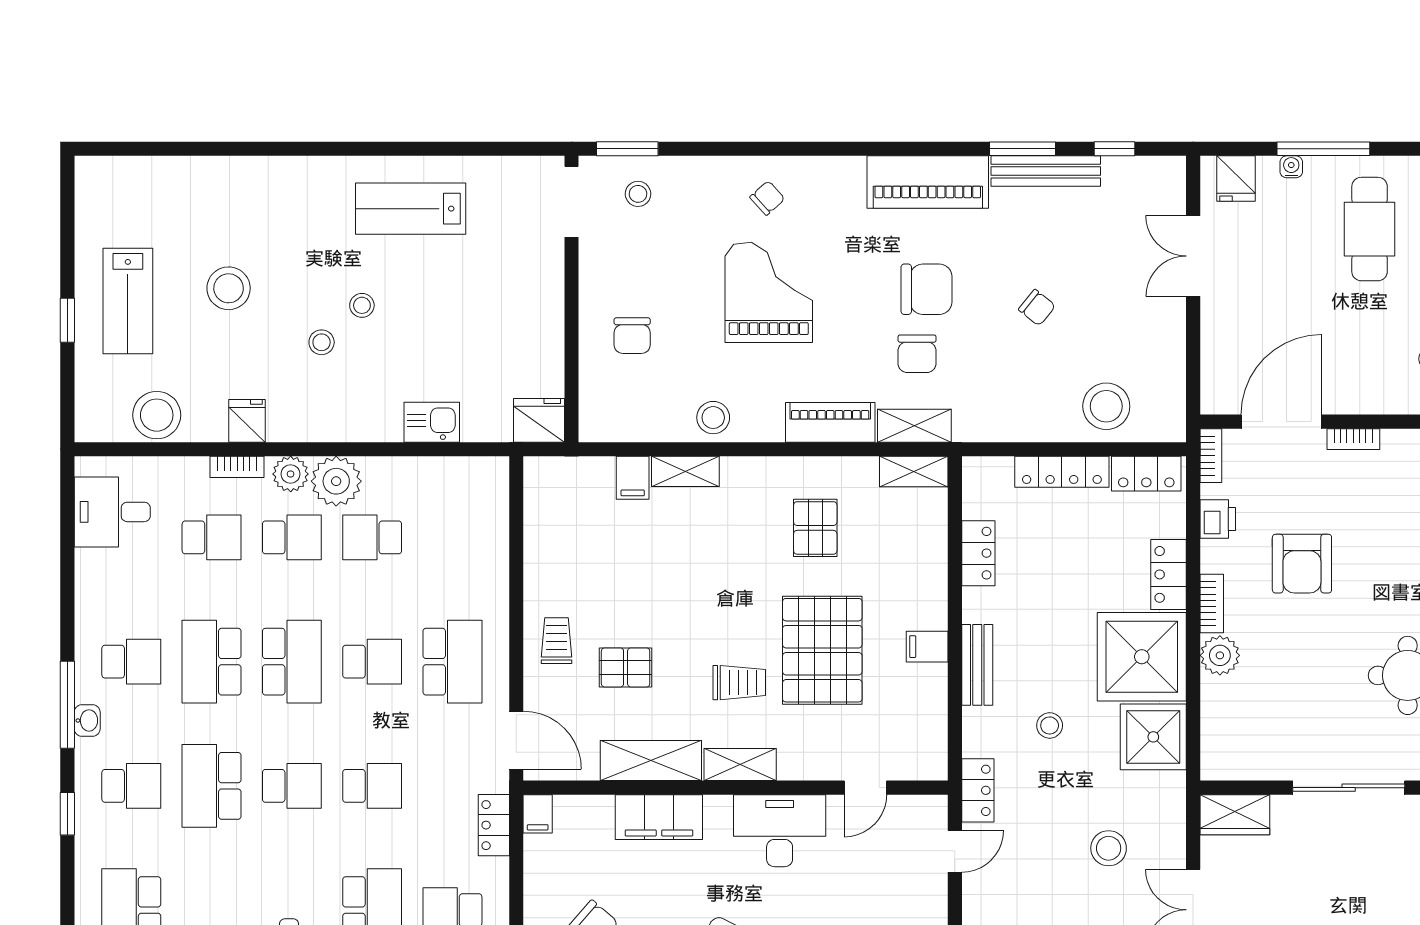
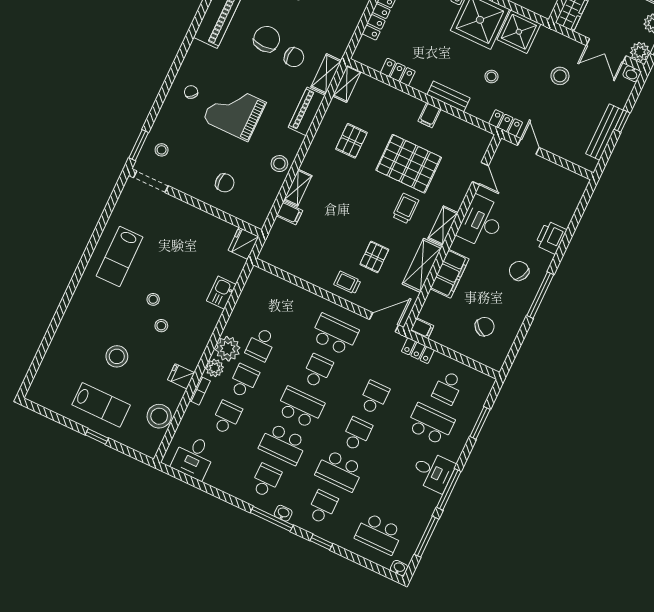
pallet: (815, 528) -> (351, 141), turned 90

